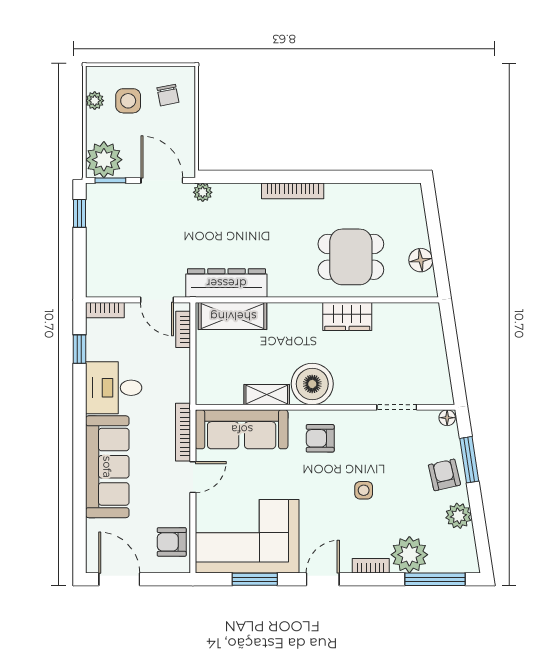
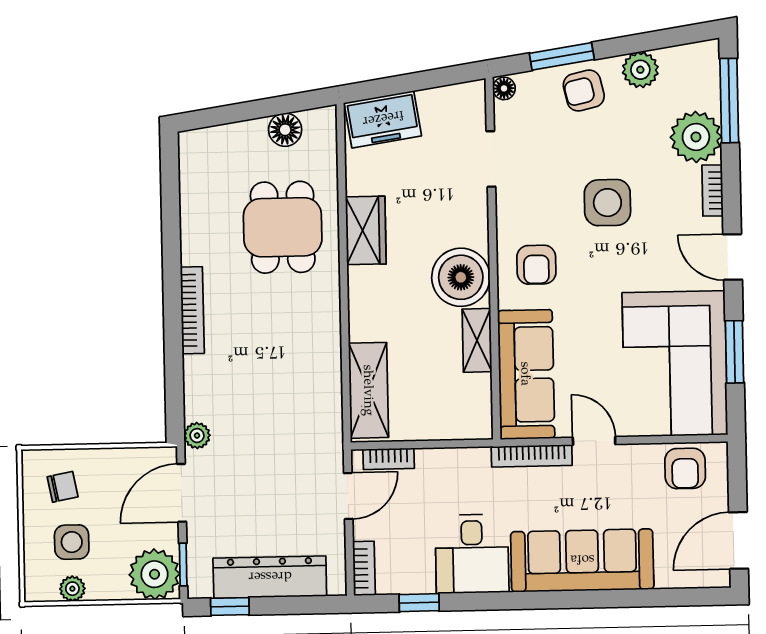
dresser: (226, 283) -> (270, 577), moved, turned 90
freezer: (427, 330) -> (383, 119), added
side table: (364, 490) -> (607, 203), width x1.87, depth x1.87

